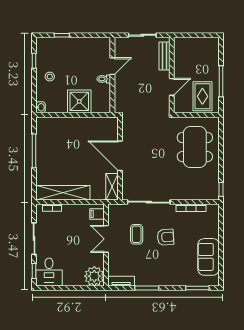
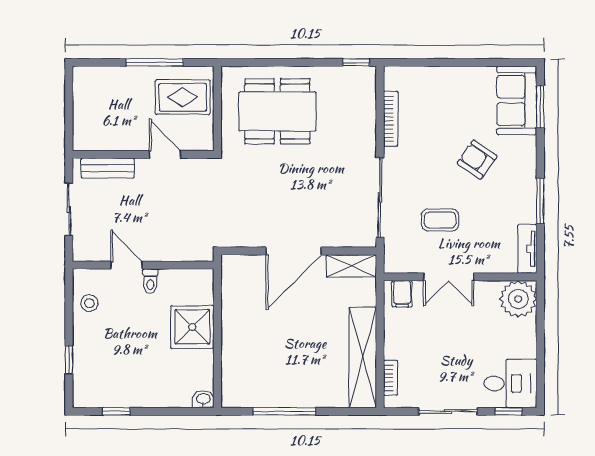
stool: (50, 77) -> (89, 303), moved
armchair: (166, 237) -> (477, 160), moved, turned -51
sofa: (209, 257) -> (517, 100), moved, turned 90

